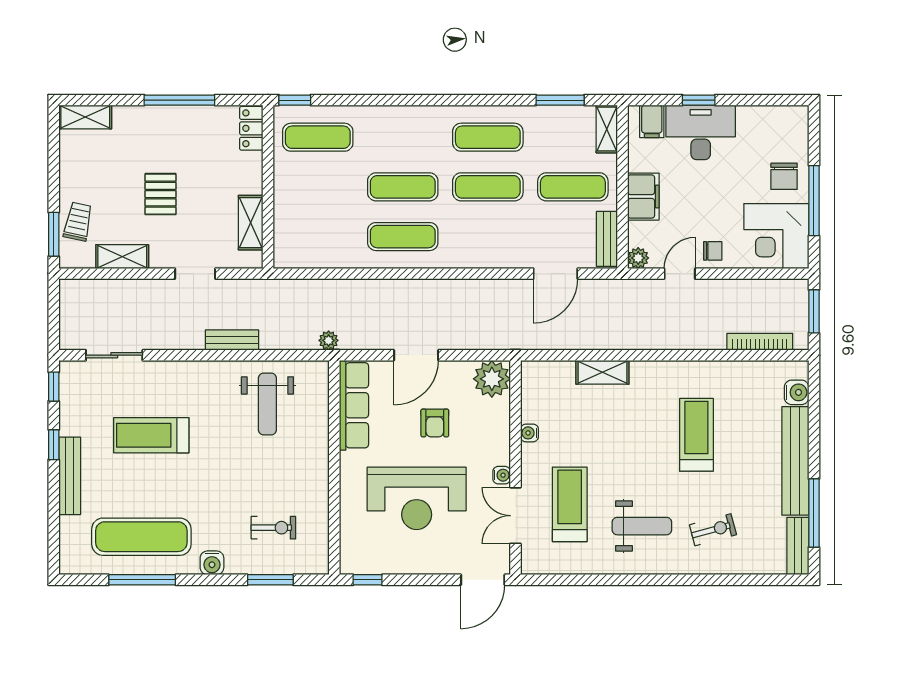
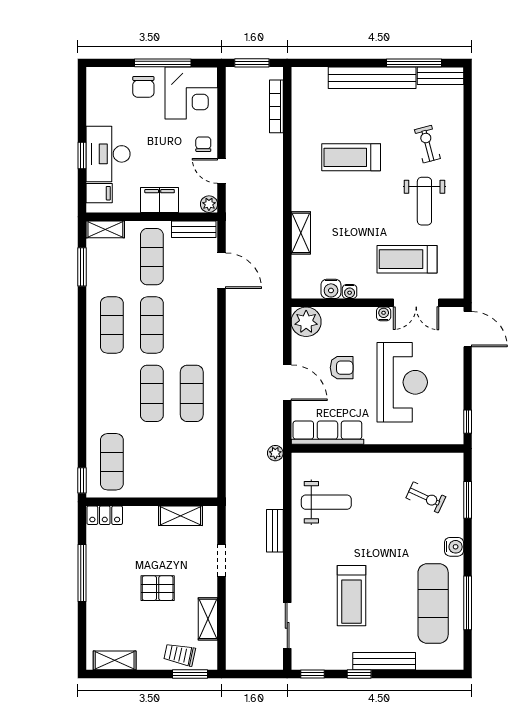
shelving: (85, 117) -> (115, 660), moved, turned 90
chair: (784, 176) -> (143, 87), turned 90
water cooler: (797, 392) -> (331, 289), moved, turned 180
weight bench: (642, 526) -> (424, 201), turned 180
exercise bike: (273, 528) -> (426, 497), turned 115

